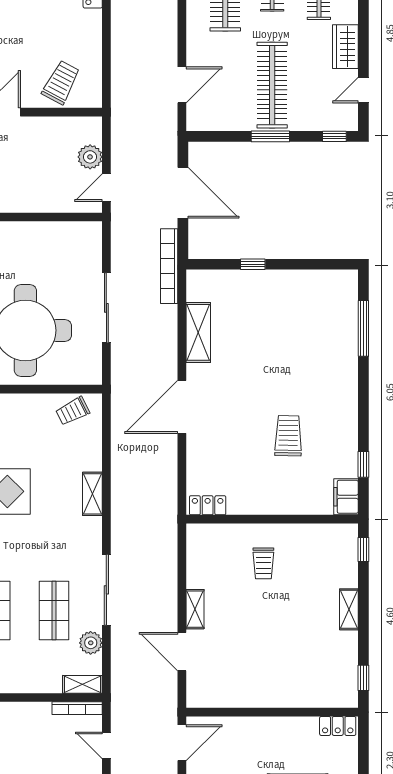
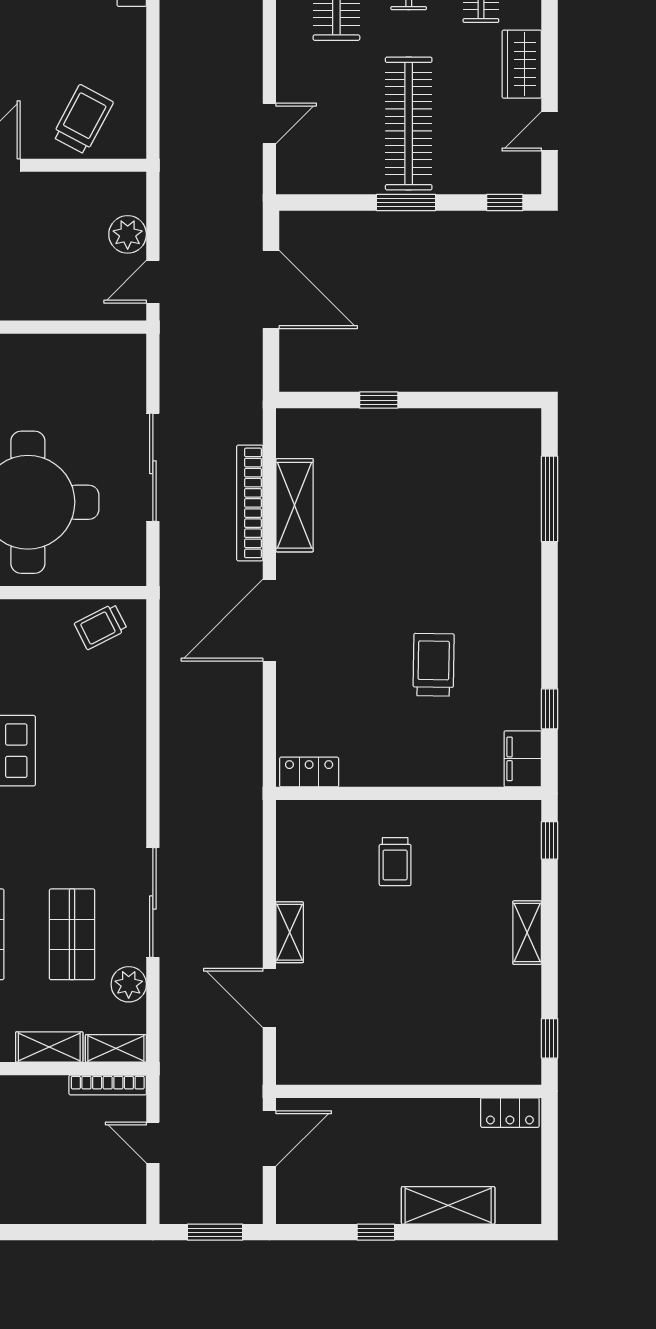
door: (182, 85) -> (269, 123), width x0.73
bookcase: (169, 266) -> (250, 503), moved
shelving: (92, 494) -> (49, 1047), moved, turned 90

